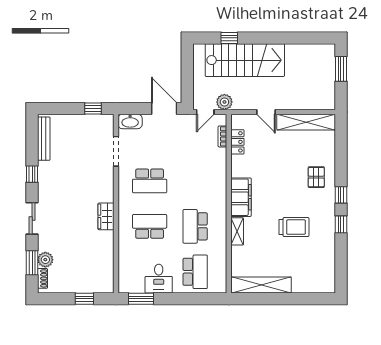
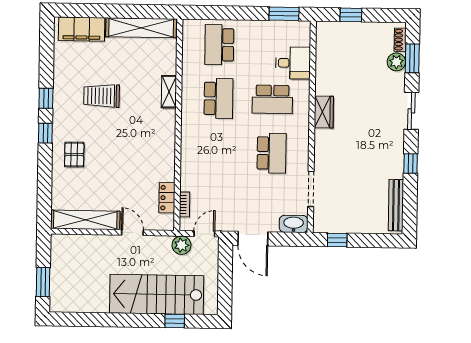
school desk: (150, 181) -> (272, 153), turned 90
filing cabinet: (241, 197) -> (82, 29), moved, turned -90
desk: (159, 279) -> (293, 63), moved, turned 90

